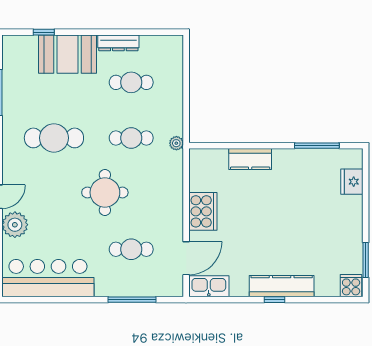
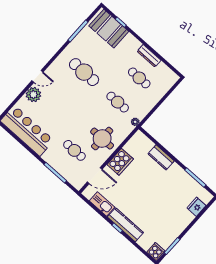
booth: (68, 54) -> (109, 29), moved
round table: (105, 192) -> (102, 139), moved
kitchen sink: (209, 286) -> (102, 204), moved

